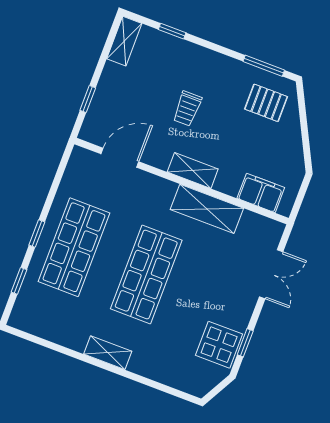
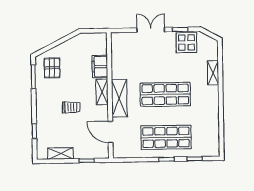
shelving: (124, 41) -> (61, 154), moved
filing cabinet: (261, 193) -> (100, 67), moved
shelving: (207, 209) -> (119, 98), moved
double door: (271, 274) -> (151, 30), moved
shelving: (108, 353) -> (213, 73), moved

